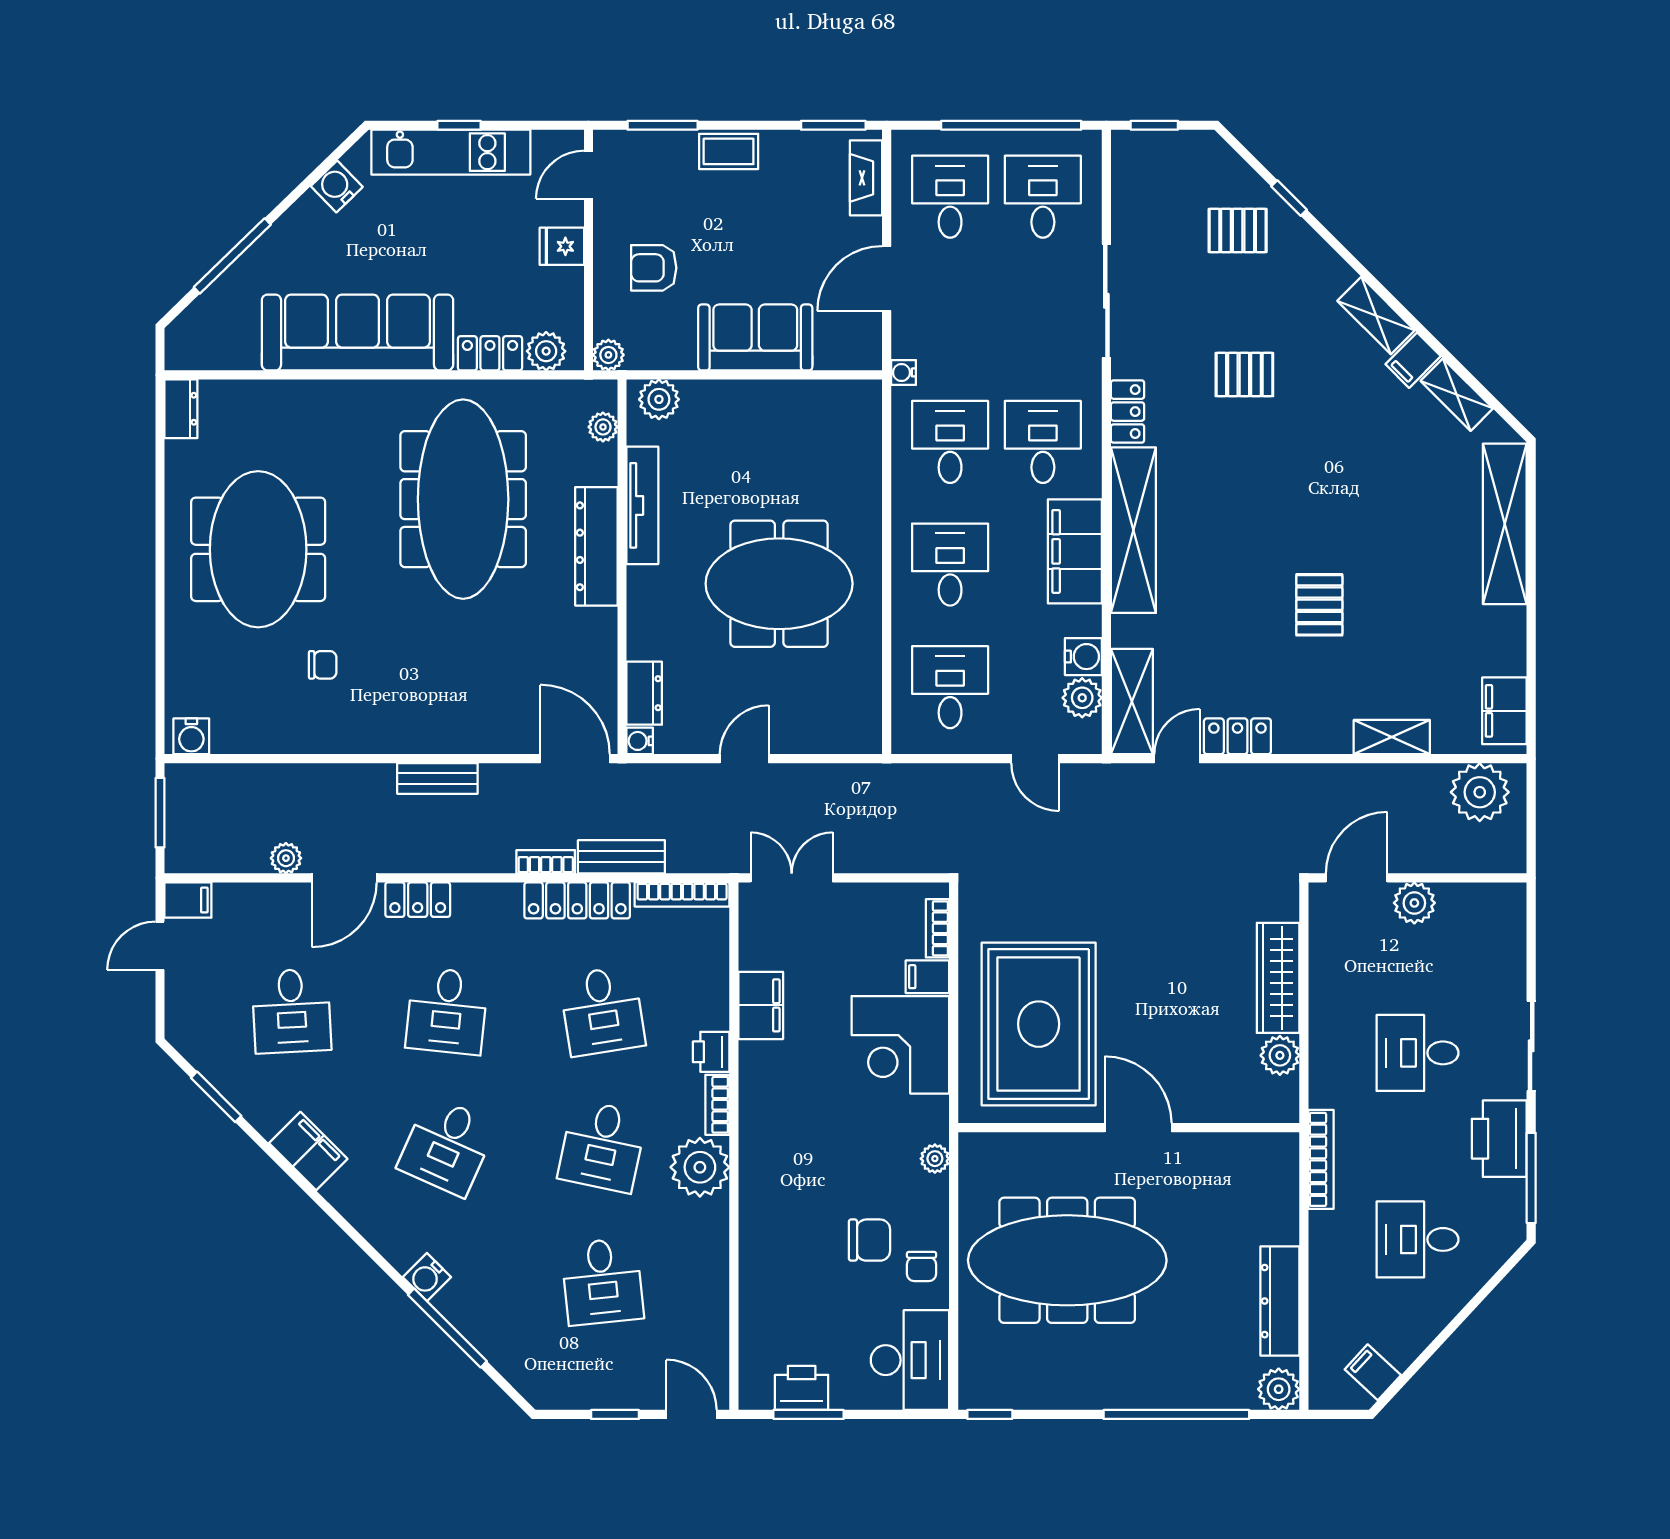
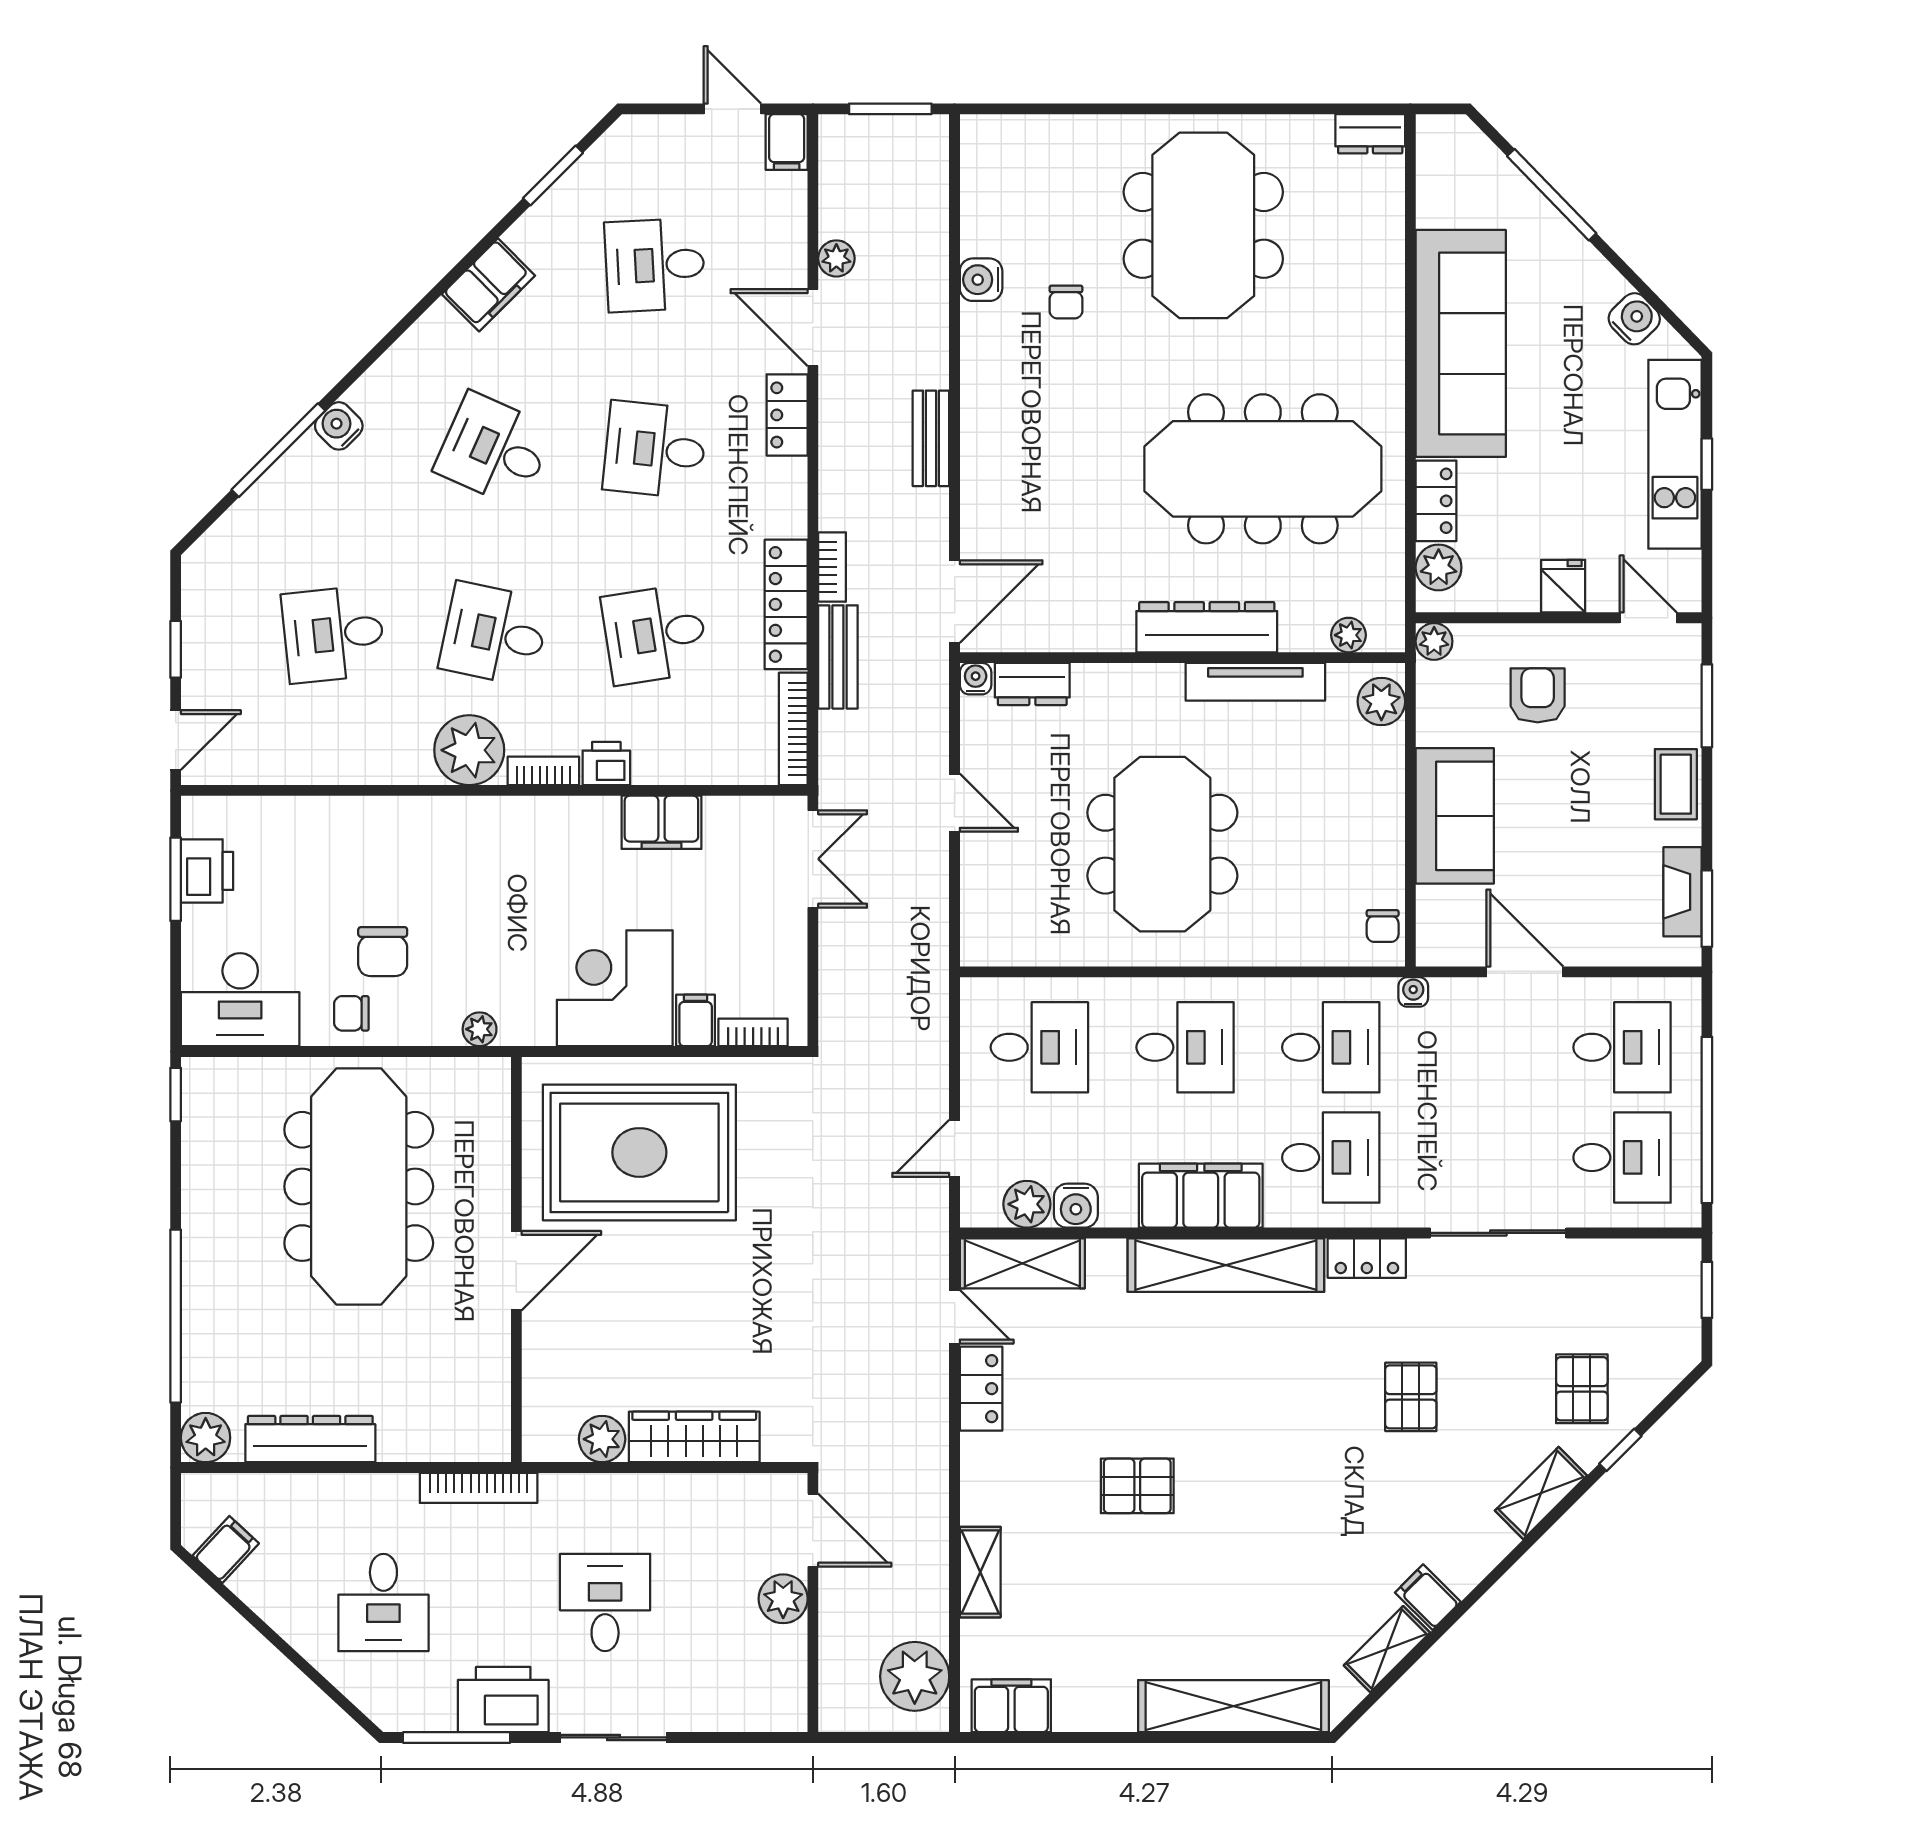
fireplace: (866, 178) -> (1683, 892), moved, turned -90
shelving: (1376, 316) -> (1541, 1493), moved
chair: (848, 398) -> (1383, 926), added
meeting table: (258, 549) -> (1203, 225), turned 90
water cooler: (191, 736) -> (981, 280), moved
desk: (1418, 1239) -> (383, 1603), turned 180

